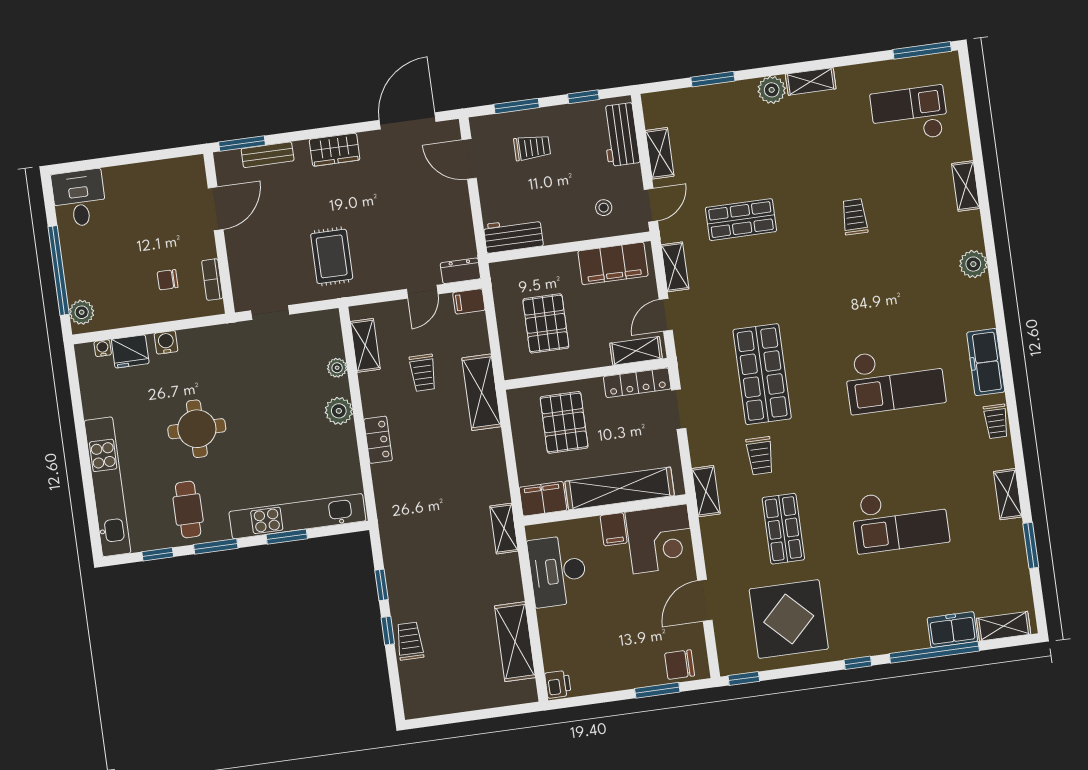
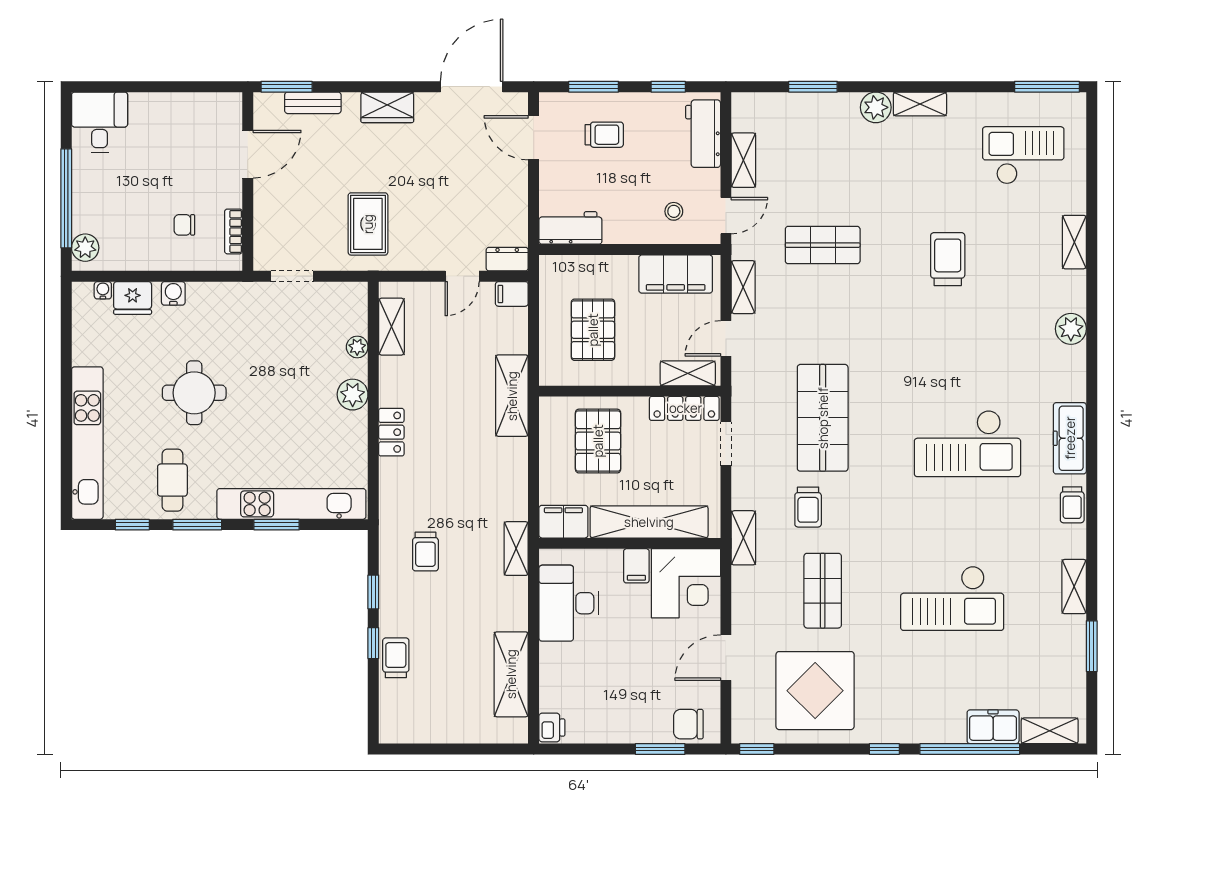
trolley: (855, 217) -> (948, 259), width x1.36, depth x1.39
trolley: (423, 373) -> (425, 552), moved

